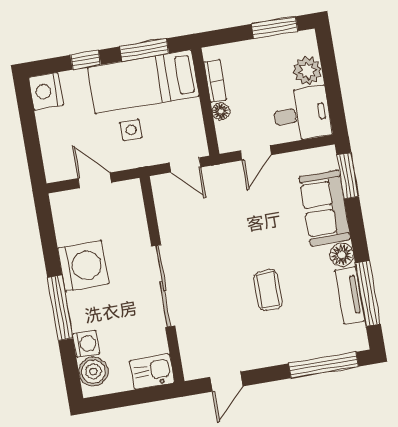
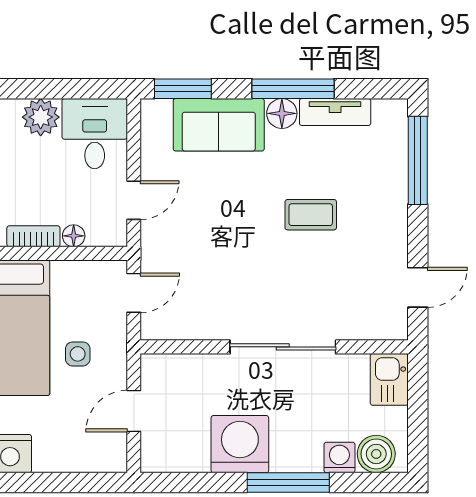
door: (256, 153) -> (134, 200), hinge flipped
window: (368, 294) -> (293, 89), moved
door: (226, 382) -> (418, 287), hinge flipped

